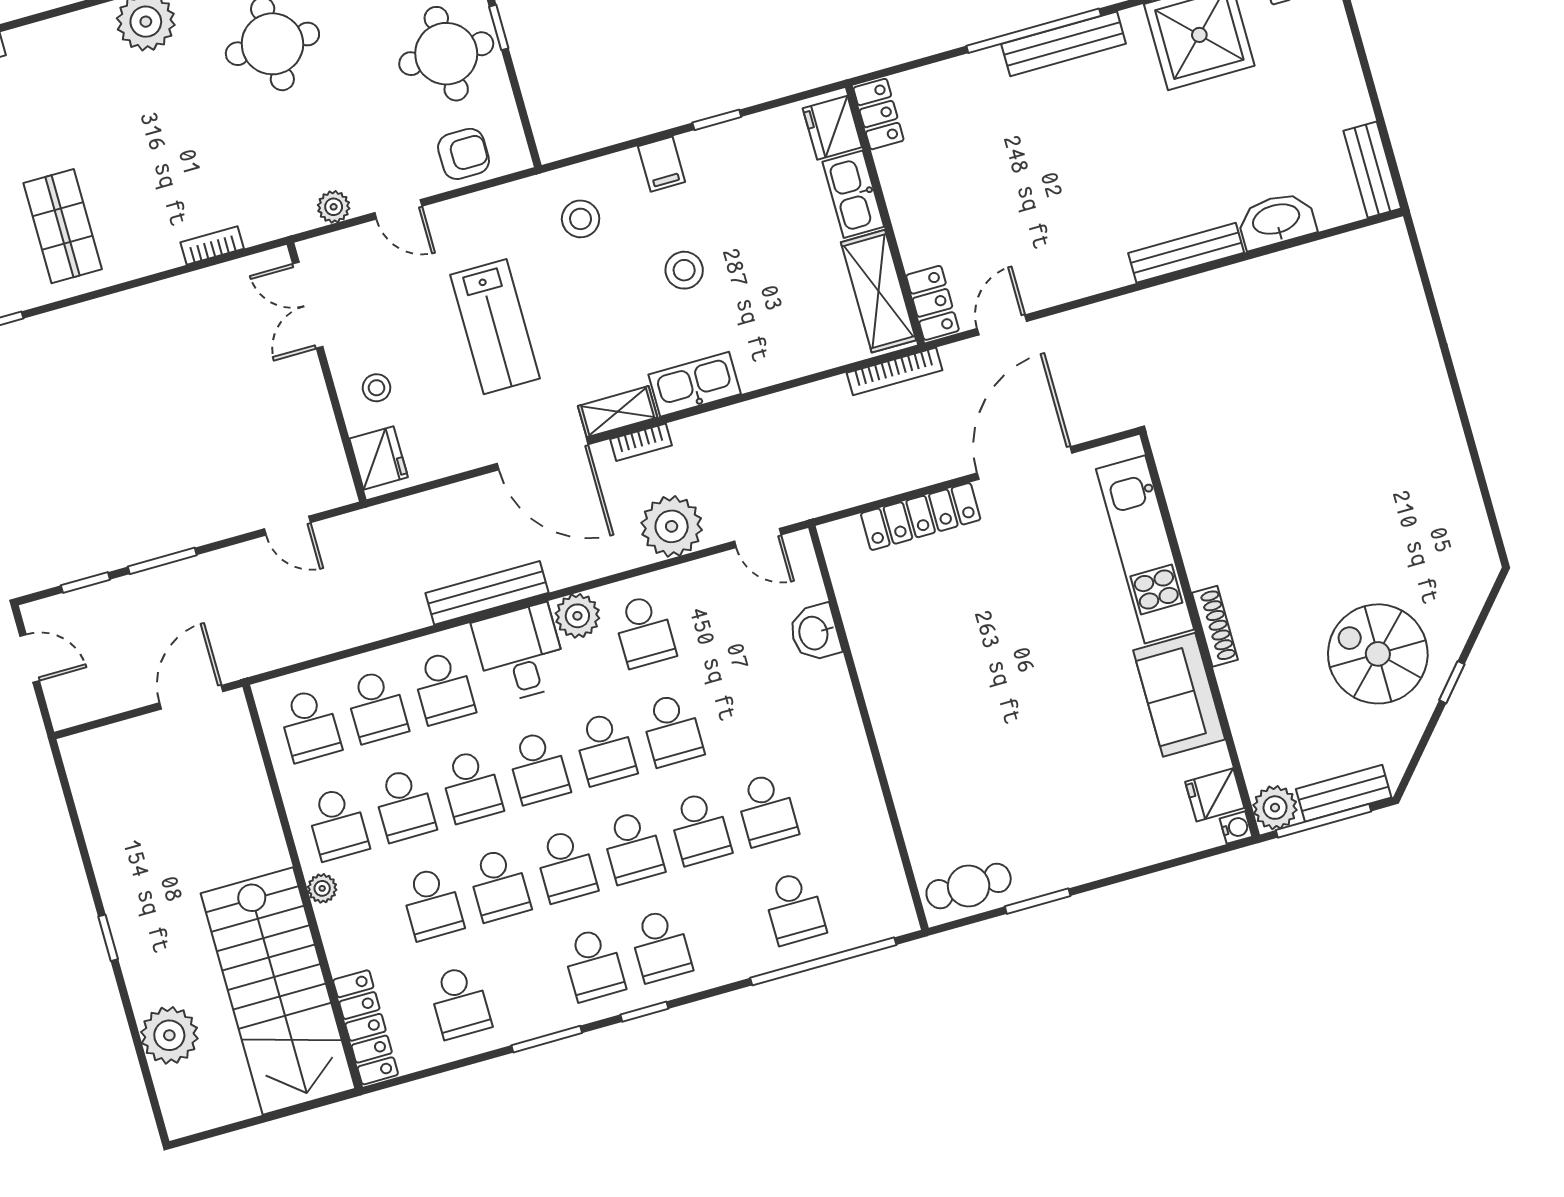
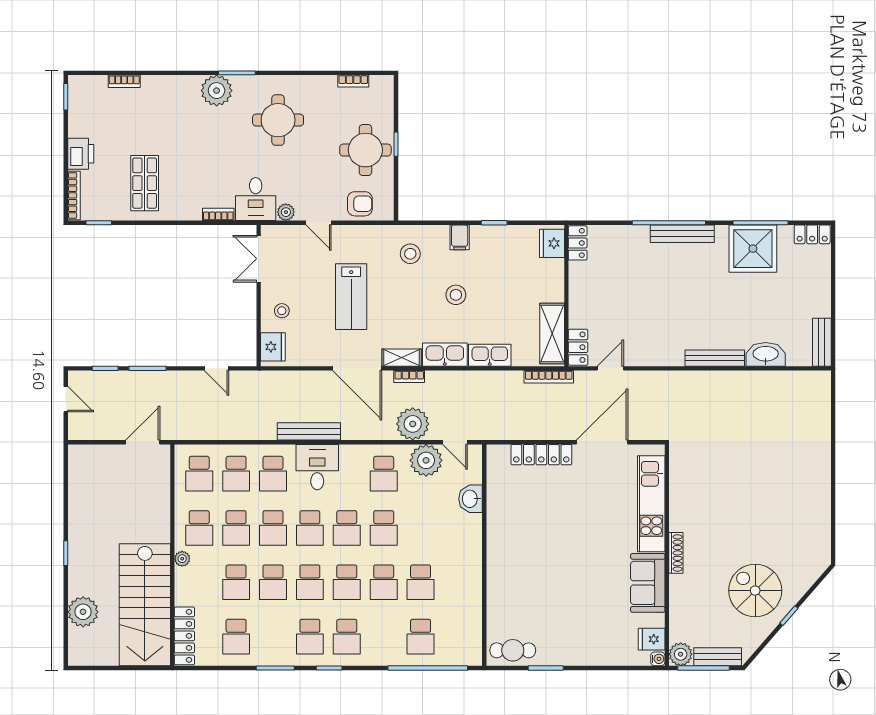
kitchen sink: (853, 194) -> (490, 355), moved, turned 90
desk: (272, 199) -> (256, 199), added
plant: (577, 616) -> (426, 460), moved, width x1.36, depth x1.36

